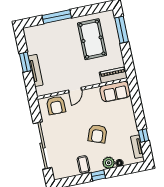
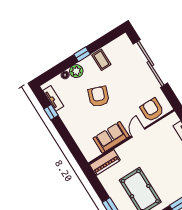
sofa: (115, 91) -> (111, 137), moved

